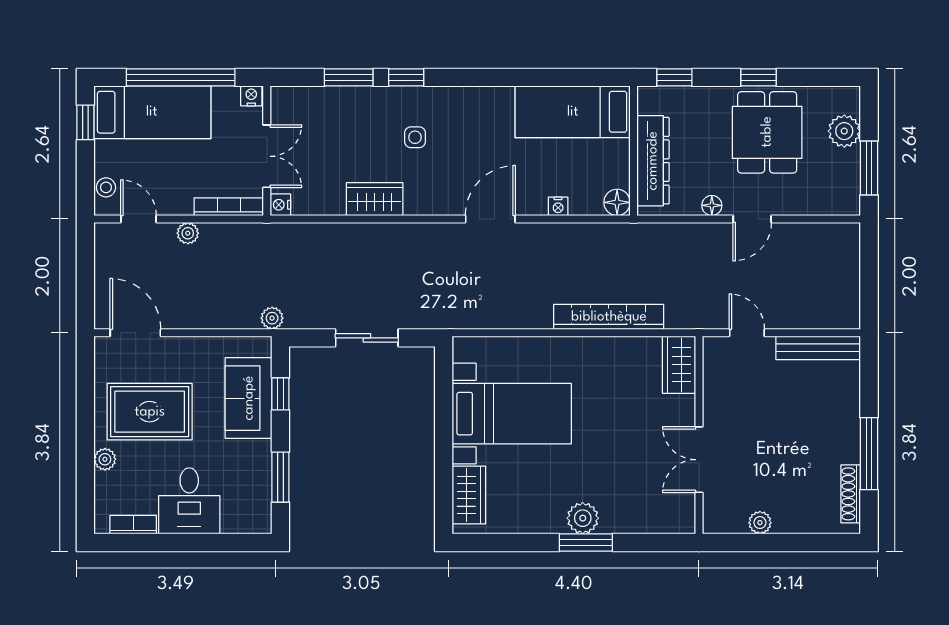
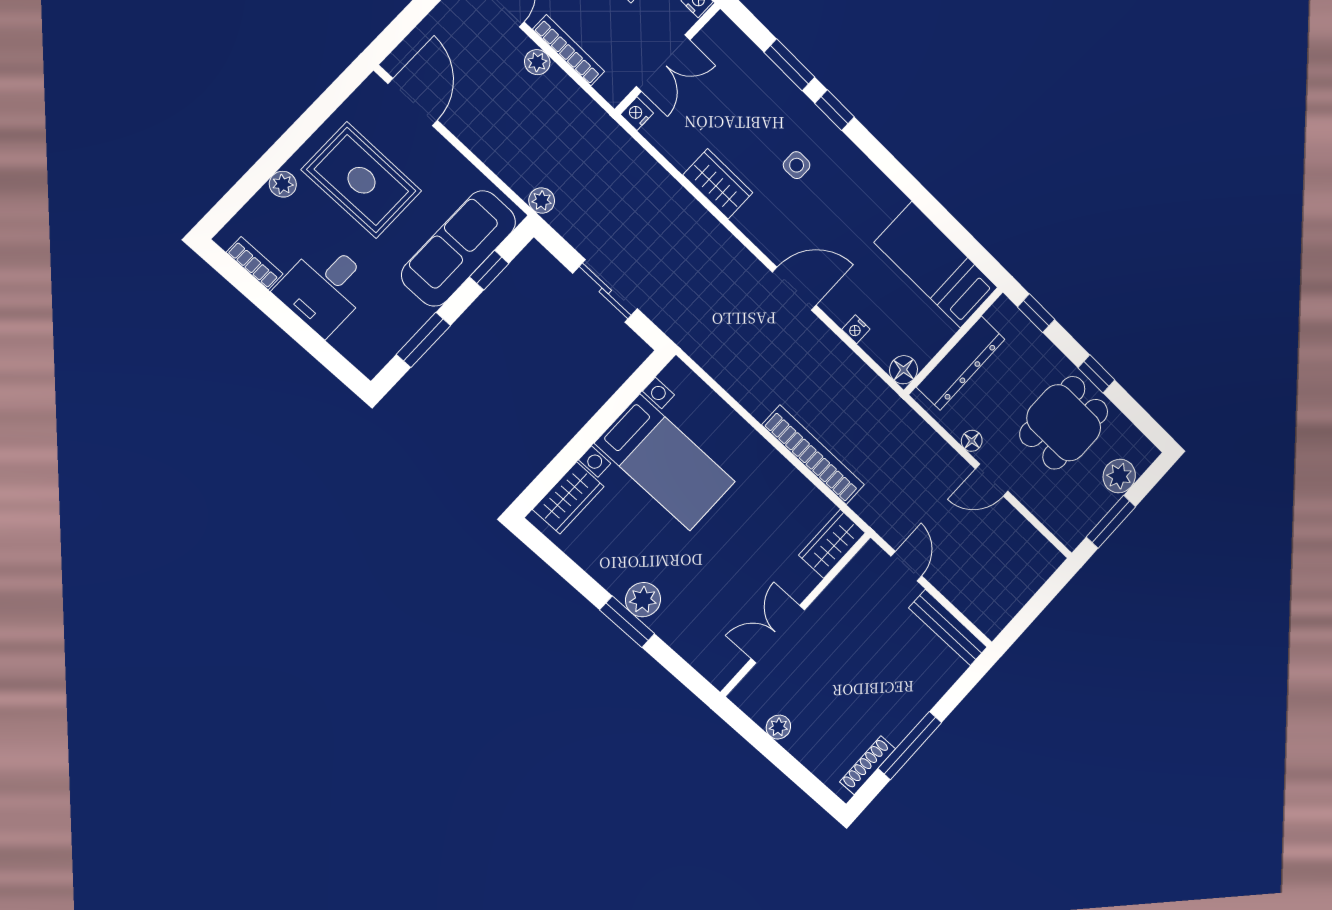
bookcase: (229, 207) -> (569, 50), moved
sofa: (249, 398) -> (459, 248), width x1.36

